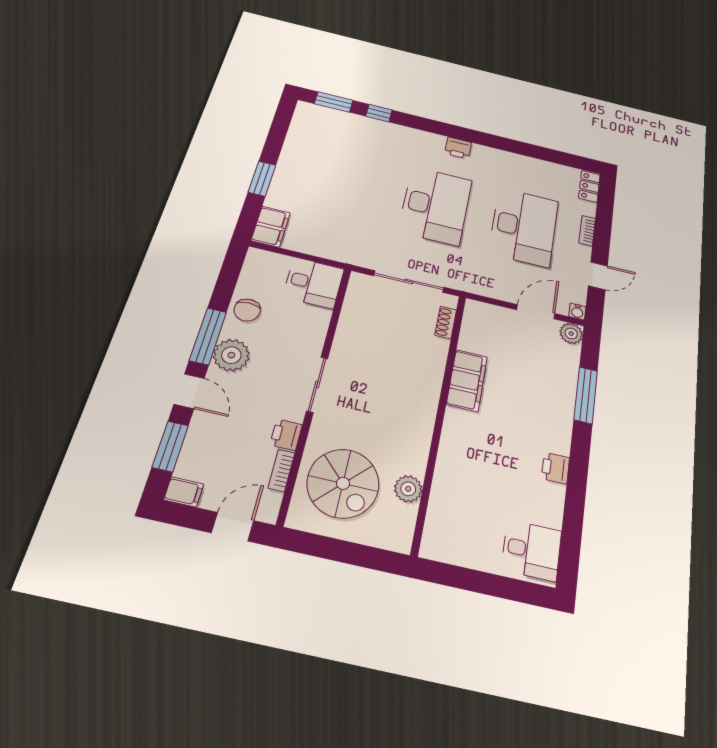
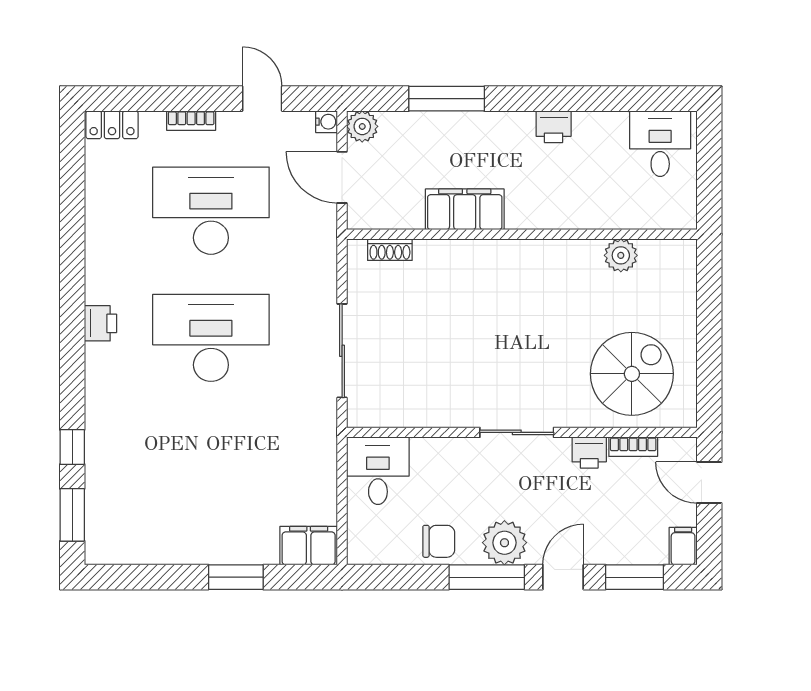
shoe rack: (446, 322) -> (390, 250), moved
filing cabinet: (467, 380) -> (465, 209), moved
wall: (440, 417) -> (522, 234), moved
plant: (408, 489) -> (621, 255), moved

